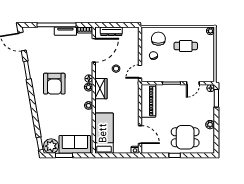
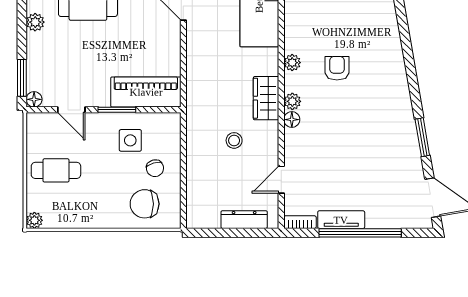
chair: (158, 39) -> (145, 204), turned 90
cafe table: (186, 46) -> (56, 170), moved
door: (94, 50) -> (281, 180), width x0.53
side table: (165, 69) -> (130, 140), added
door: (140, 72) -> (183, 134), removed
door: (193, 83) -> (71, 110), swing flipped
armchair: (54, 84) -> (337, 68), moved, width x0.53, depth x0.53
piano: (148, 101) -> (146, 92), moved, turned 90

